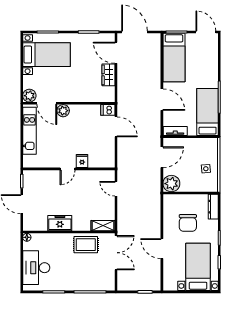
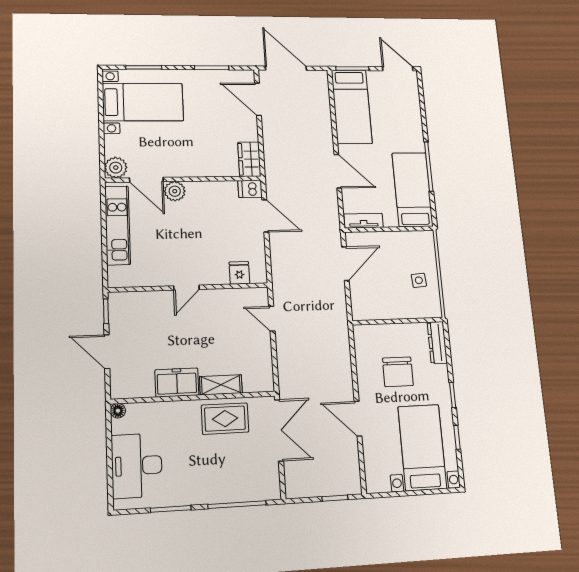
wardrobe: (108, 75) -> (249, 159), moved
fridge: (82, 161) -> (239, 273), moved
plant: (171, 184) -> (365, 307), removed
shelving: (103, 226) -> (221, 385), moved

